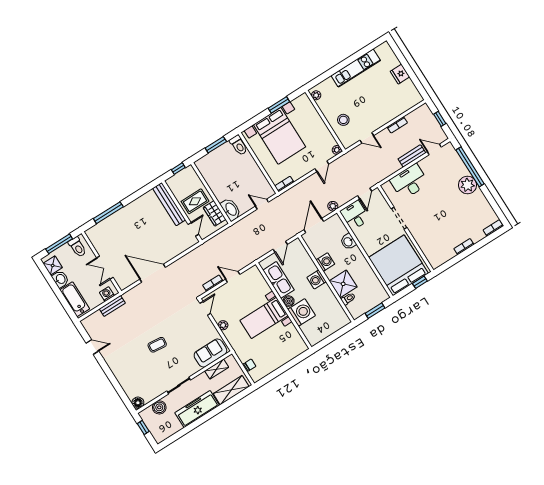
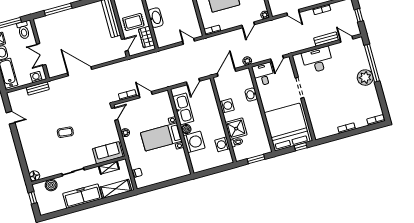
washbasin: (231, 209) -> (156, 18), moved
washing machine: (317, 279) -> (222, 144), moved

